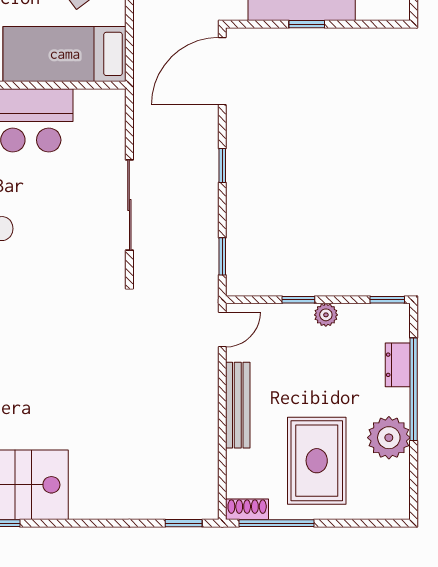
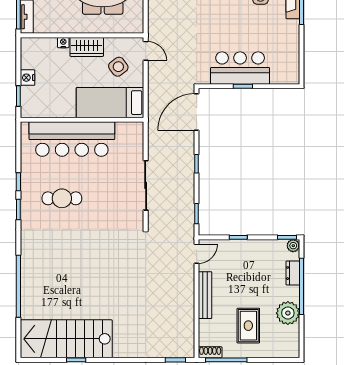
plant: (326, 315) -> (293, 246), moved
rug: (317, 461) -> (248, 326), width x0.73, depth x0.70

